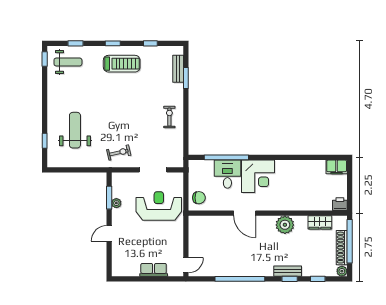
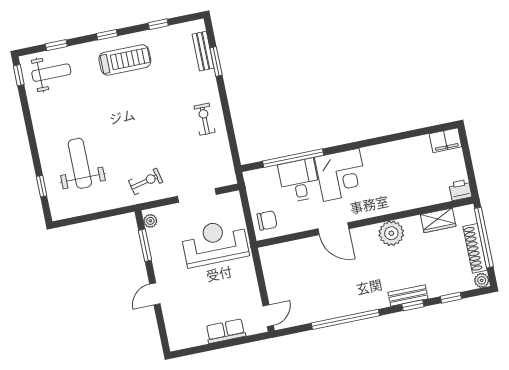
plant: (116, 203) -> (150, 221), moved

